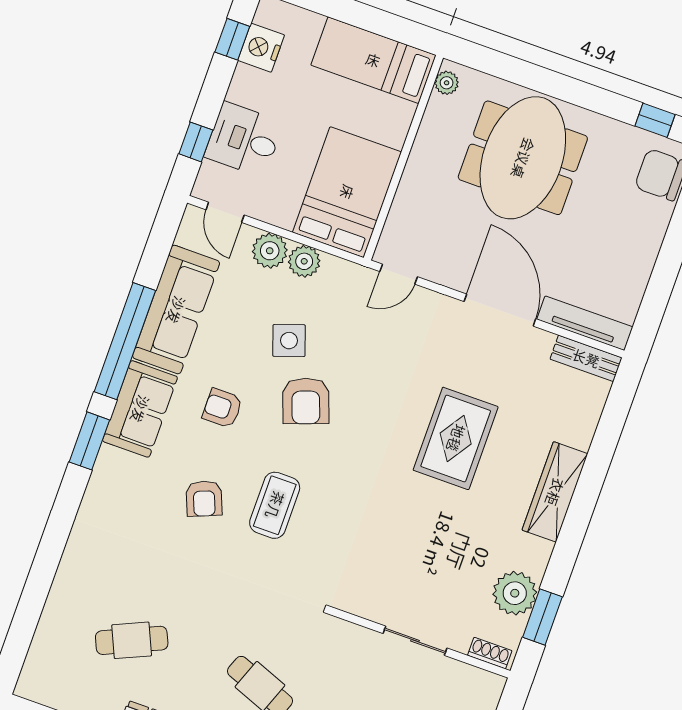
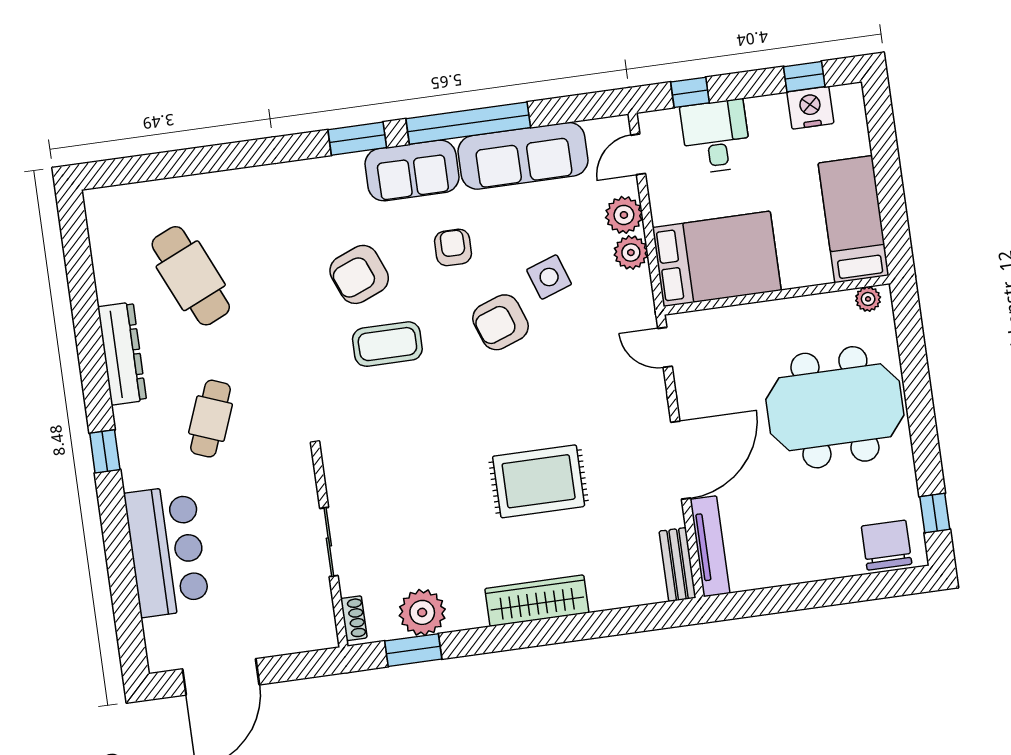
armchair: (204, 499) -> (359, 274), width x1.38, depth x1.38
cafe table: (132, 640) -> (191, 276), width x1.37, depth x1.35

